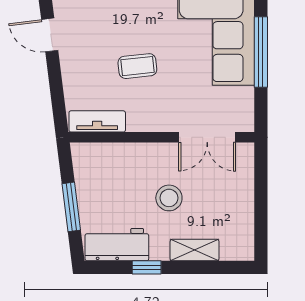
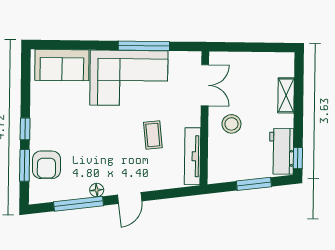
tv unit: (97, 121) -> (193, 156), width x1.41
stool: (169, 198) -> (231, 124), moved
window: (147, 267) -> (298, 158), moved

